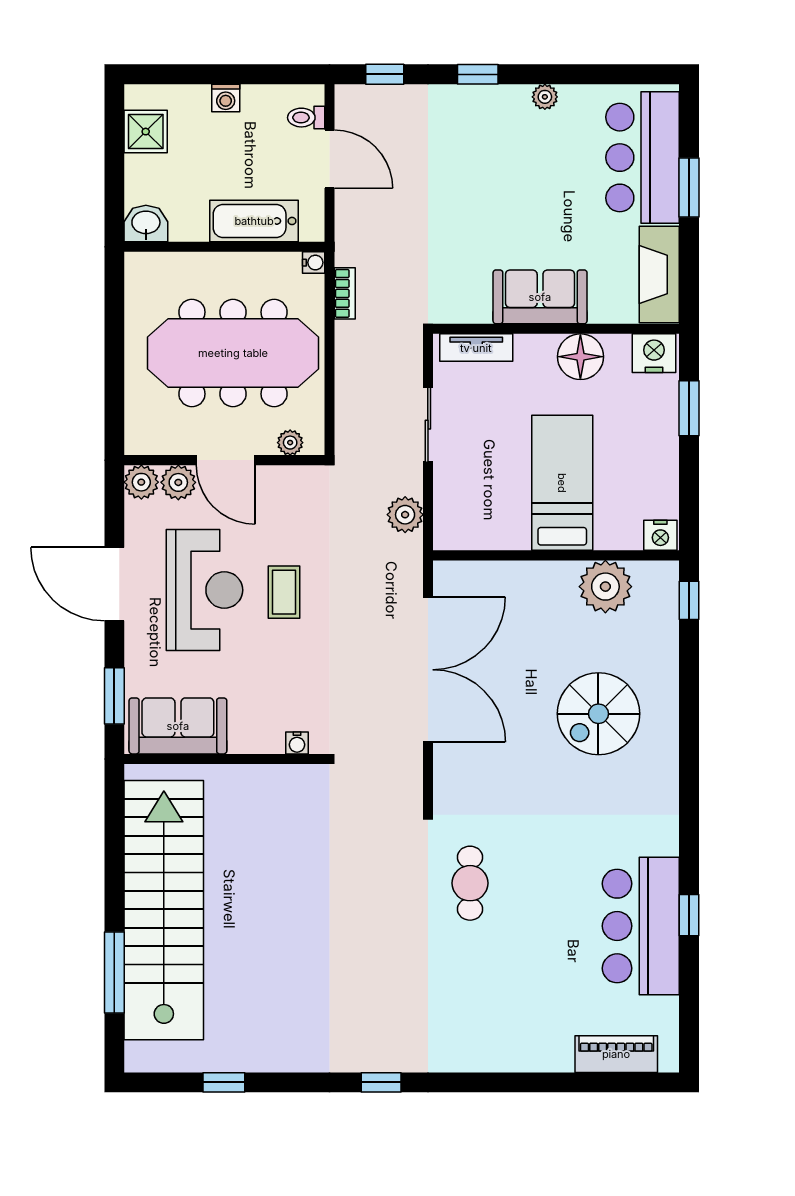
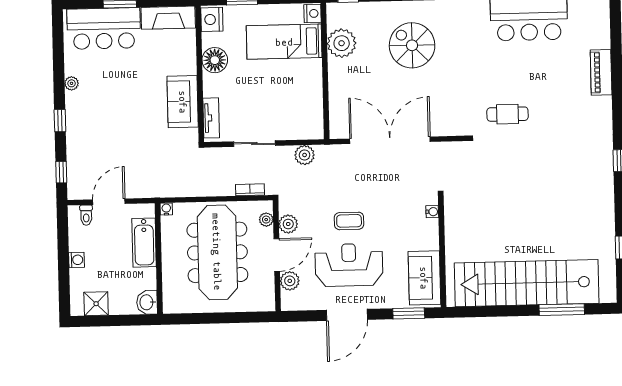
bookcase: (345, 293) -> (250, 190), moved
sofa: (540, 297) -> (183, 102), moved
plant: (141, 482) -> (288, 224), moved
bed: (562, 483) -> (284, 42), moved
spiral stairs: (598, 714) -> (412, 45), turned 180
piano: (616, 1054) -> (601, 72), moved

